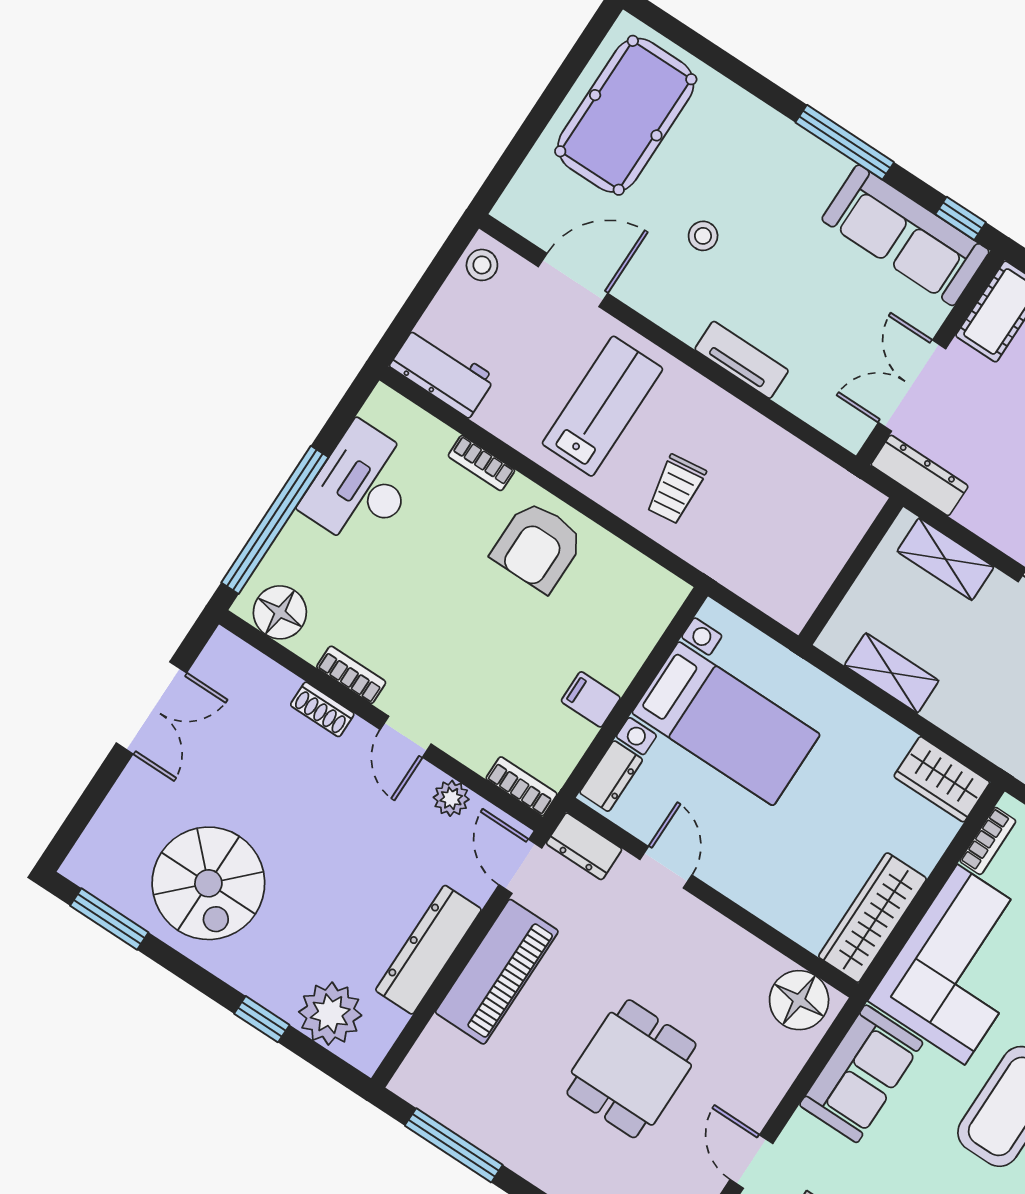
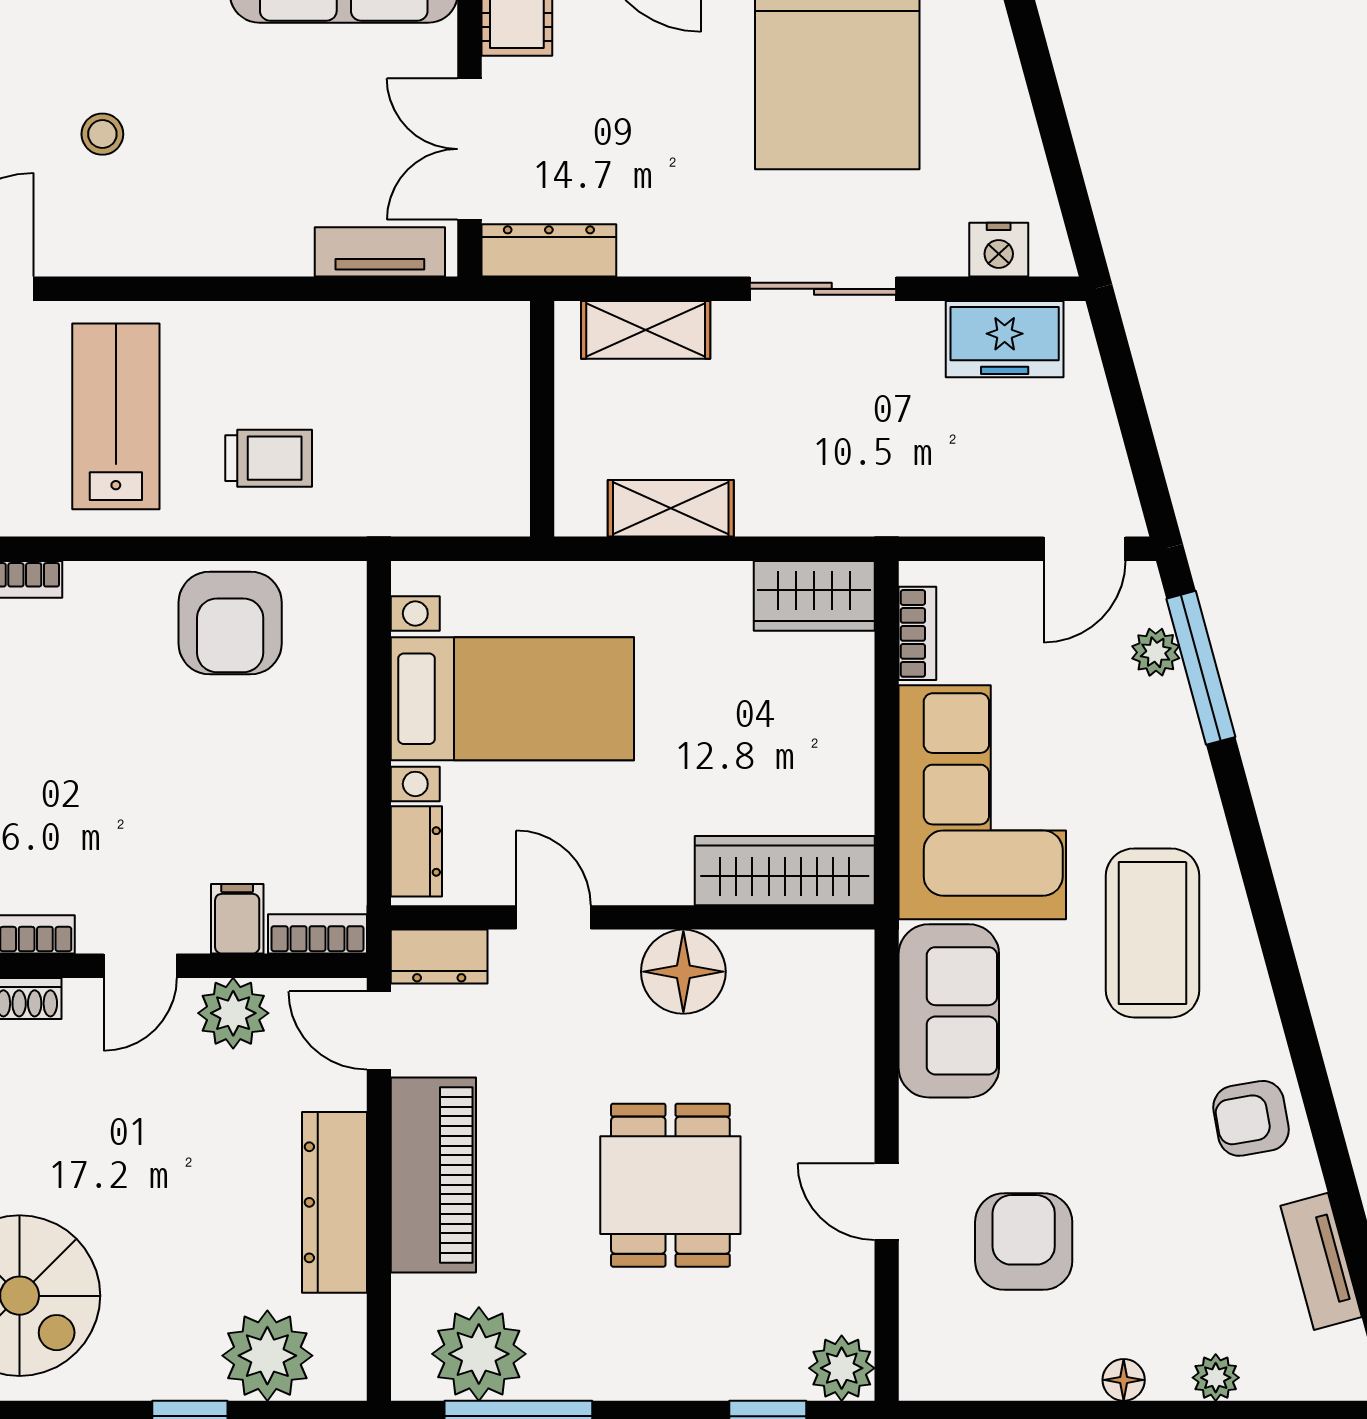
tv unit: (742, 360) -> (380, 252), moved
trolley: (676, 489) -> (269, 458), turned -83
armchair: (538, 546) -> (230, 623), moved
filing cabinet: (591, 699) -> (237, 919), moved, turned 90
door: (406, 737) -> (140, 966), hinge flipped
plant: (451, 798) -> (233, 1013), width x1.38, depth x1.38
wardrobe: (872, 918) -> (785, 871), moved, turned 90
floor lamp: (799, 1000) -> (683, 972), moved
plant: (455, 1094) -> (479, 1354), added

